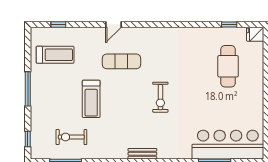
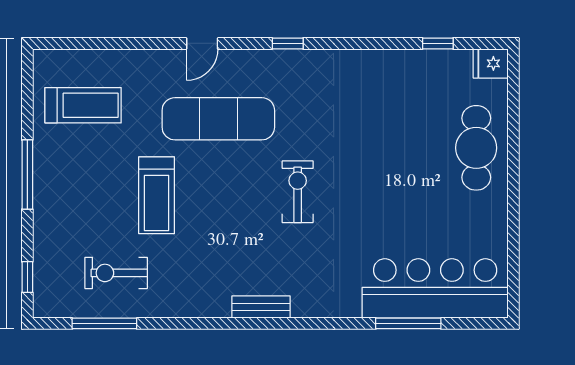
window: (58, 24) -> (288, 43), moved
exercise mat: (121, 61) -> (218, 119), width x1.36, depth x1.45
cafe table: (228, 66) -> (476, 148), moved
exercise bike: (160, 97) -> (298, 192), turned 180

